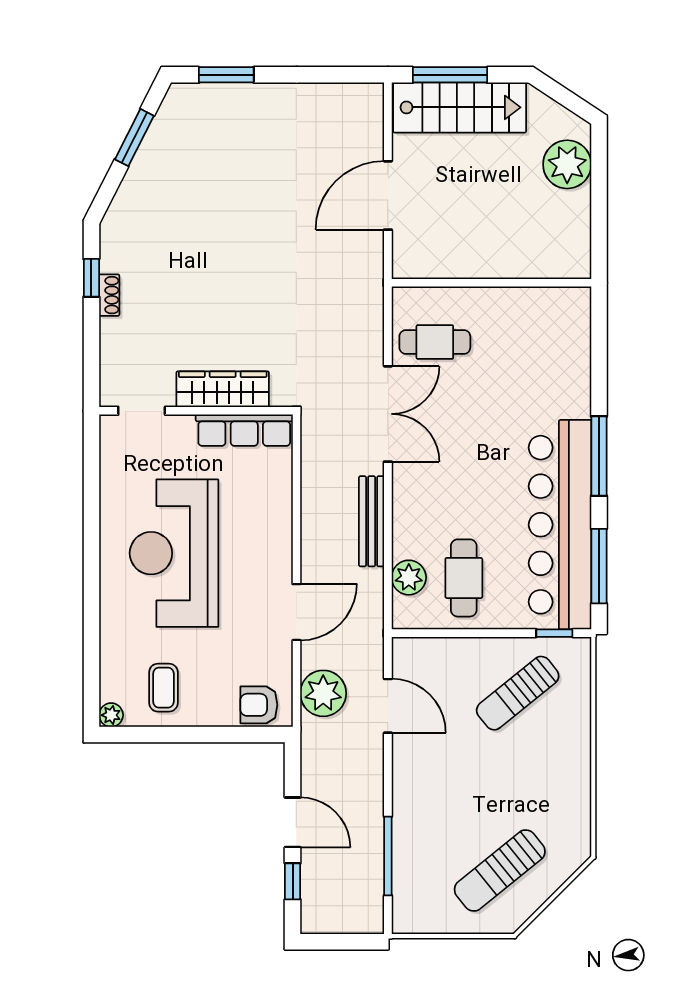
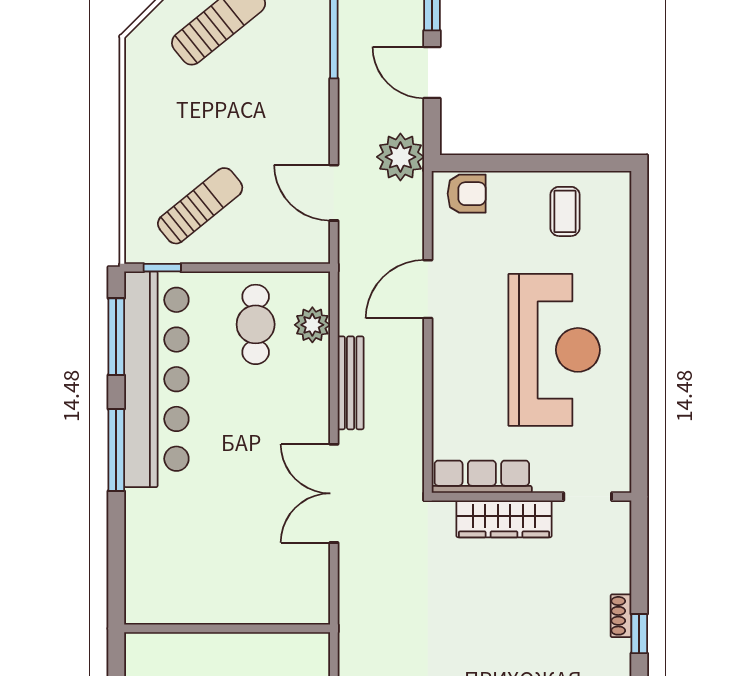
cafe table: (435, 342) -> (285, 568), removed
plant: (323, 693) -> (400, 157), moved
plant: (111, 715) -> (619, 183), removed

